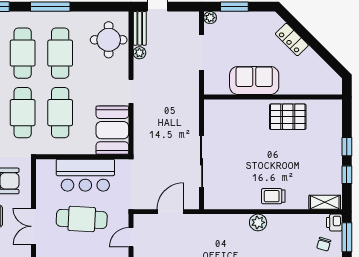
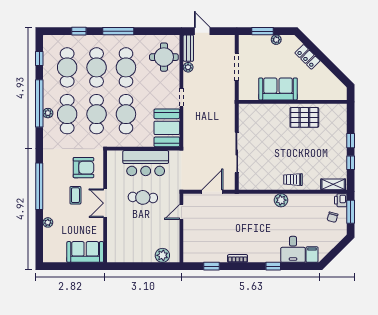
plant: (210, 18) -> (276, 40), moved
cafe table: (82, 219) -> (143, 197), width x0.73, depth x0.74

